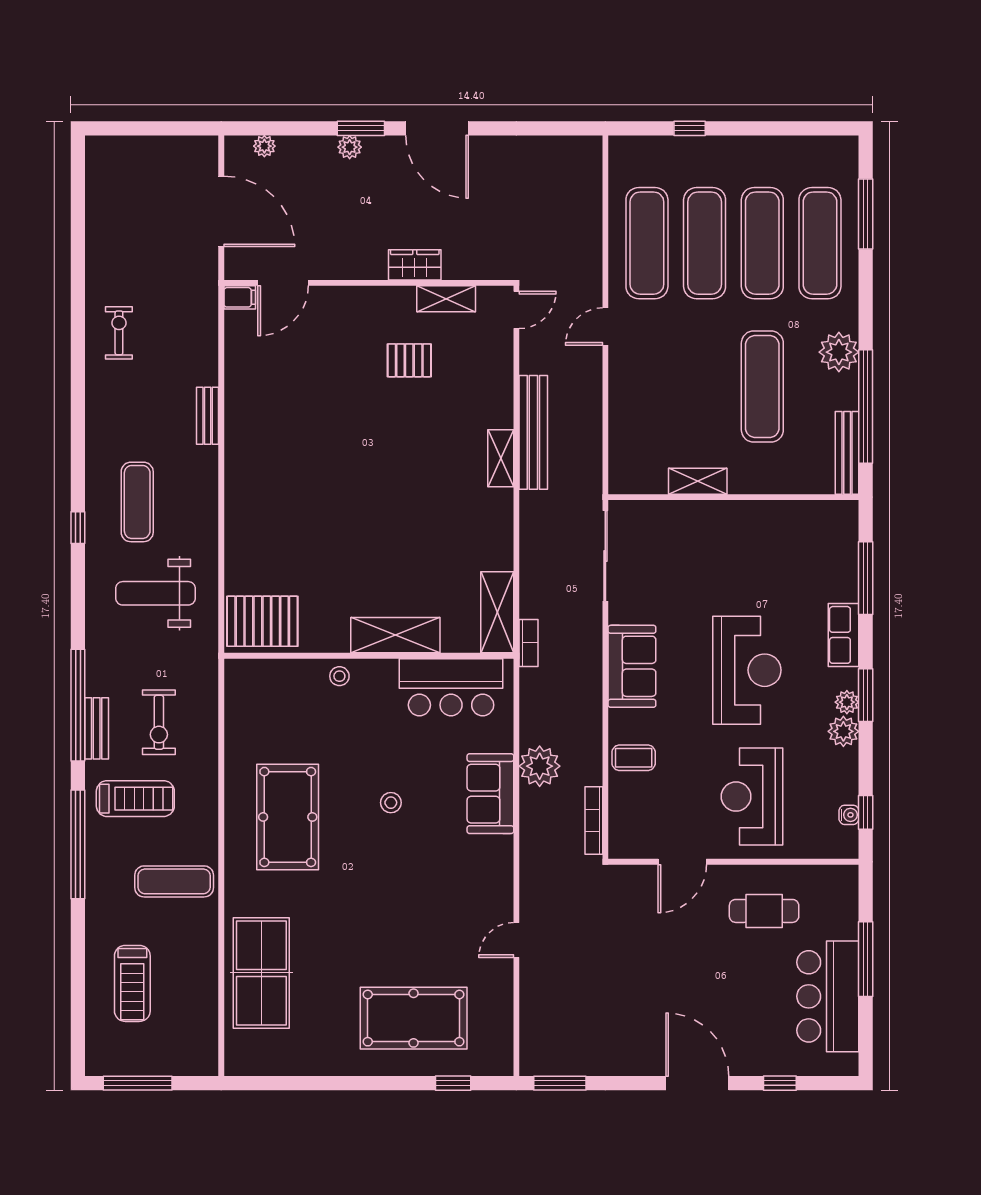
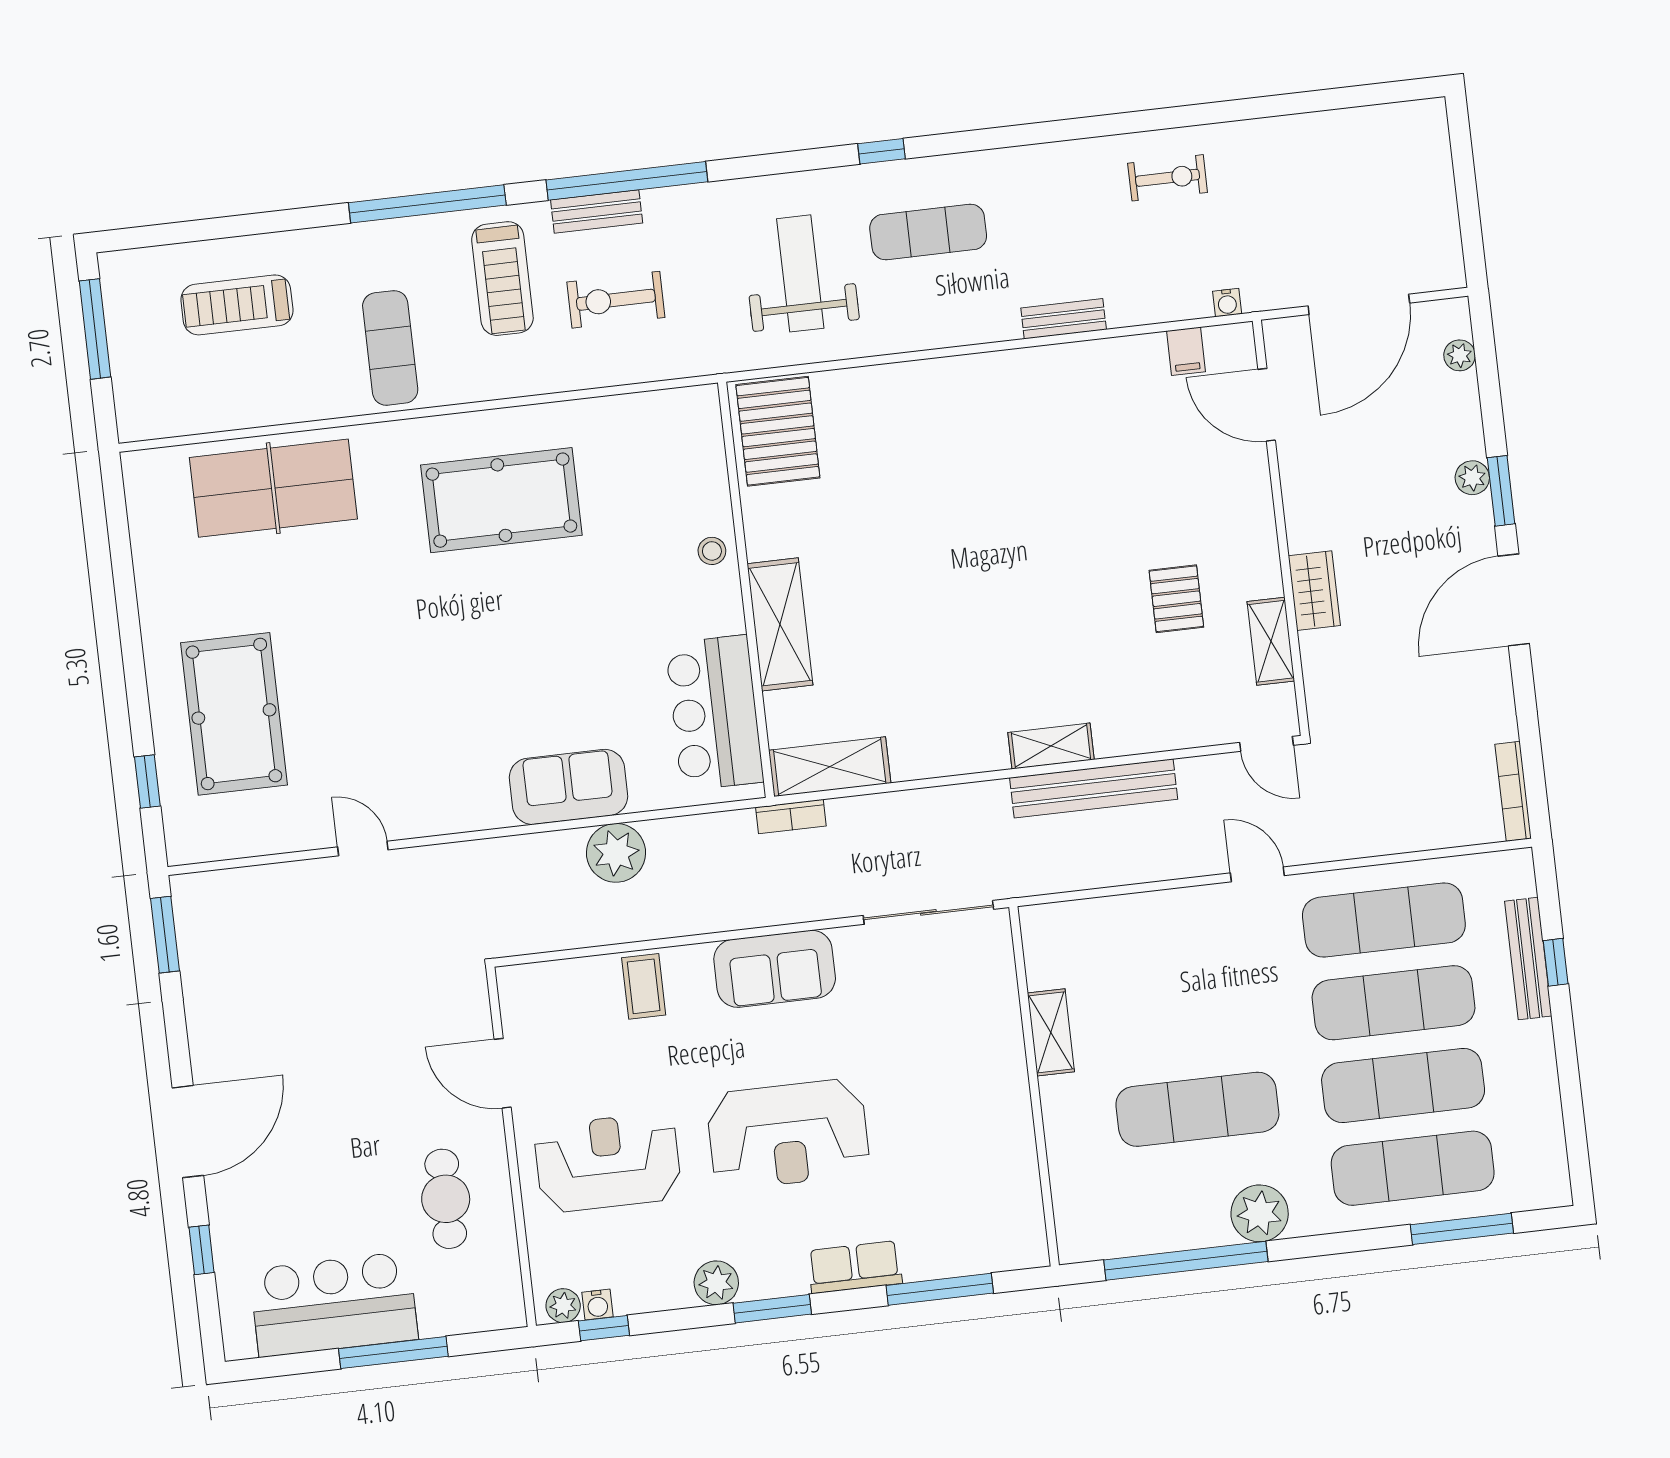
filing cabinet: (240, 297) -> (1186, 351), moved
water cooler: (209, 302) -> (1227, 303), added
bench: (847, 453) -> (1528, 959), moved, turned 90
plant: (847, 702) -> (563, 1306), moved
stool: (391, 803) -> (539, 646), removed
bookcase: (594, 821) -> (1513, 791), moved, turned -90

